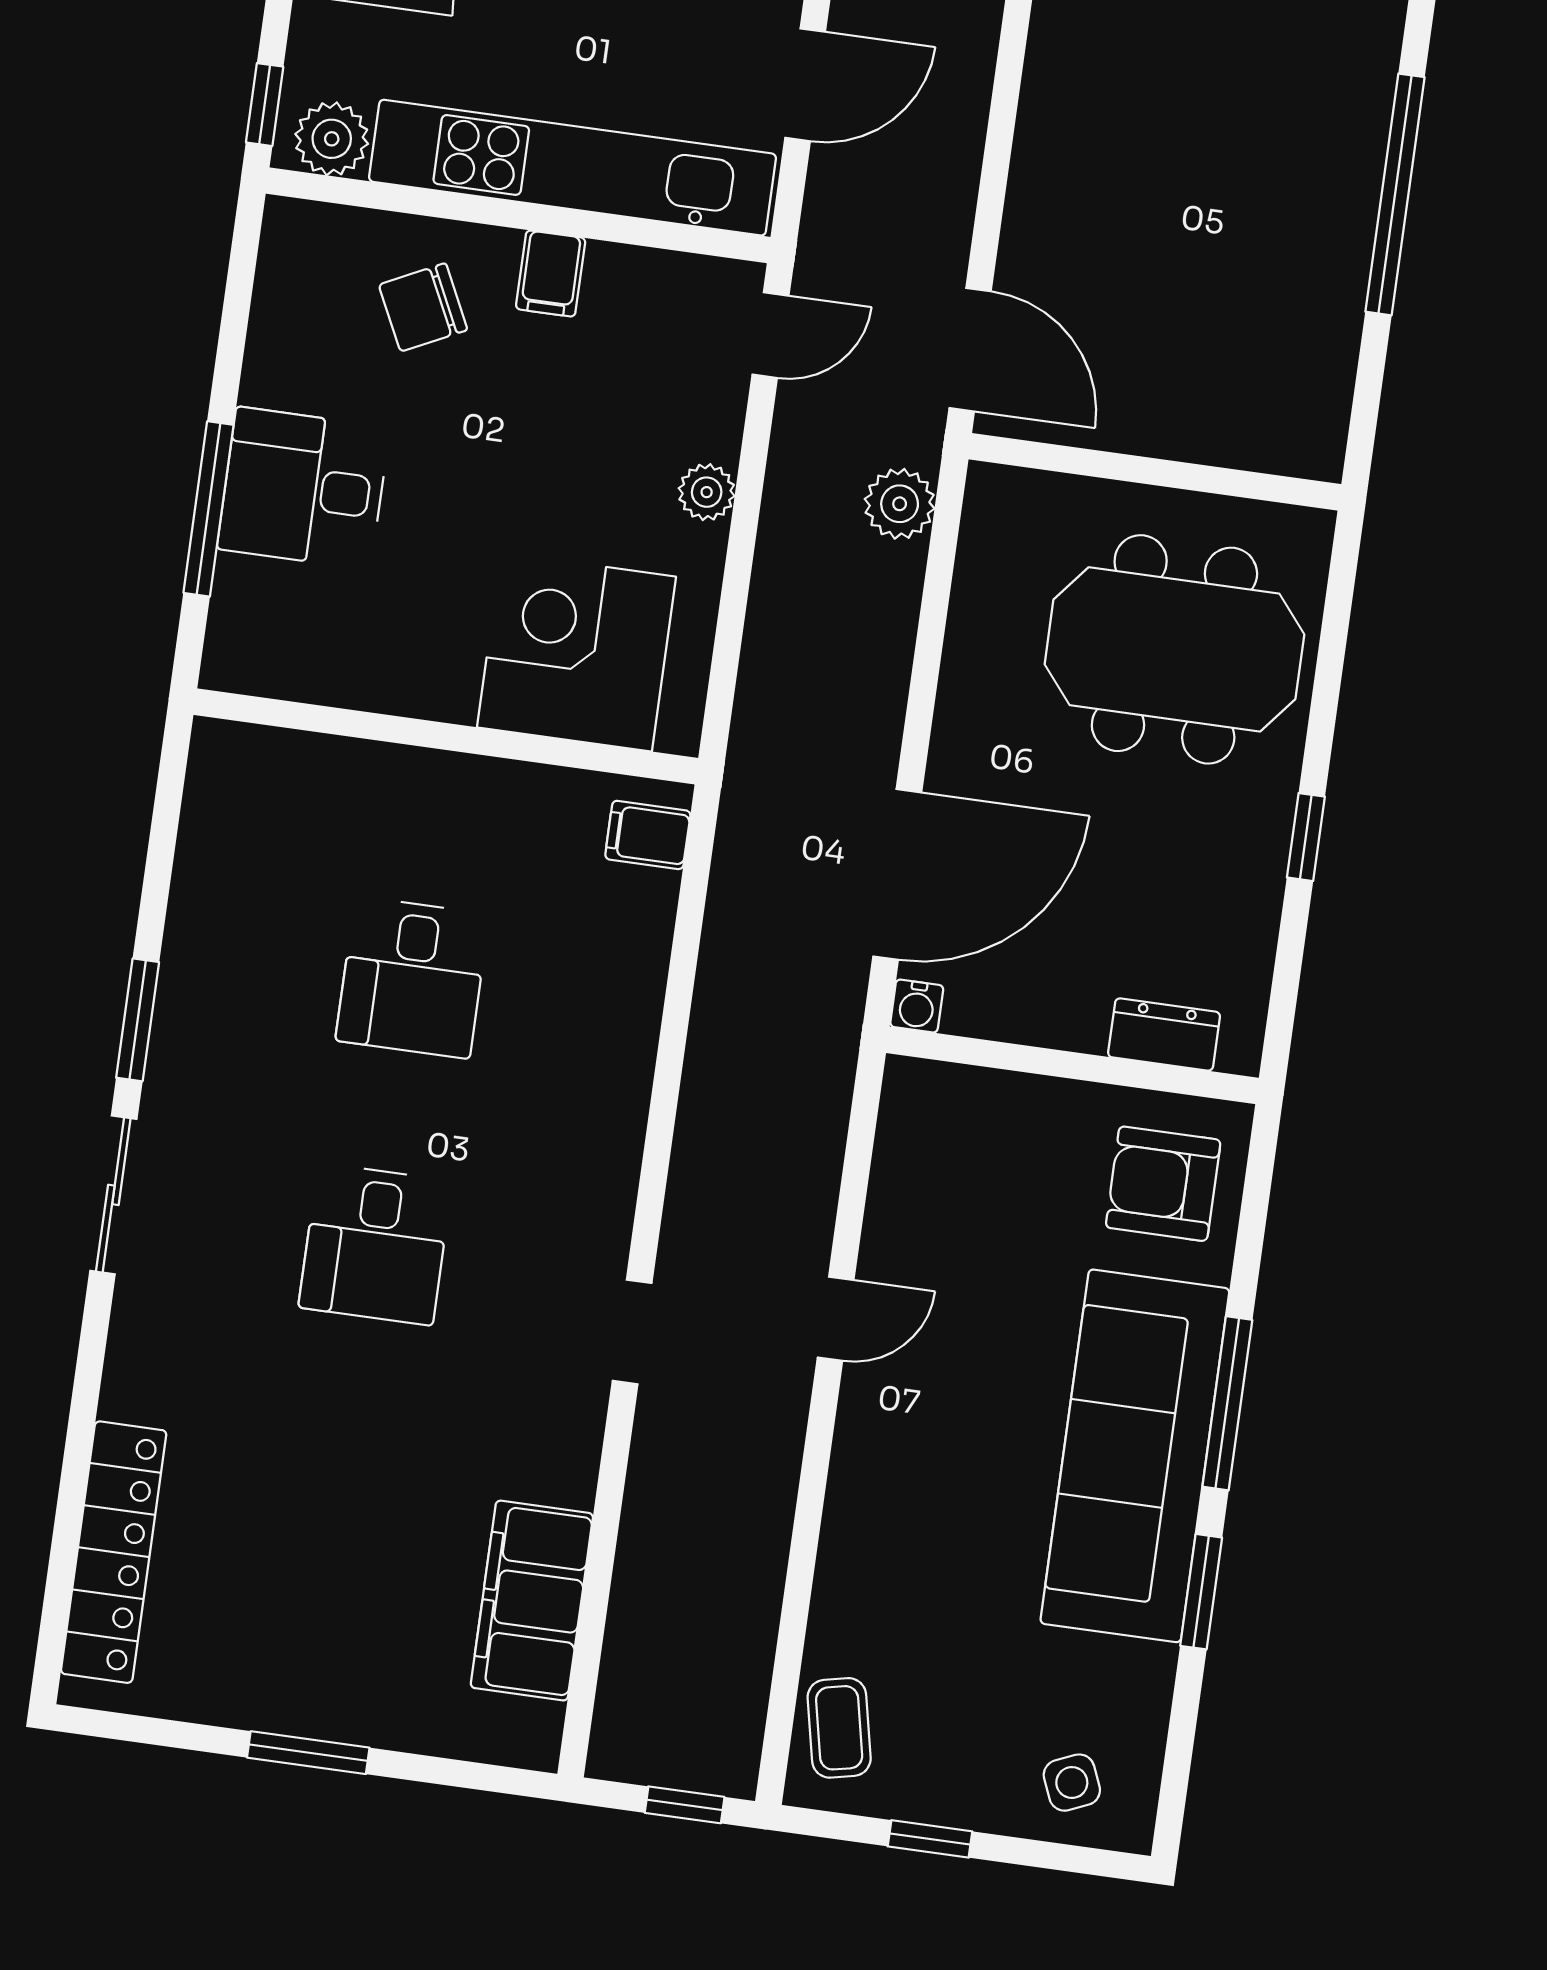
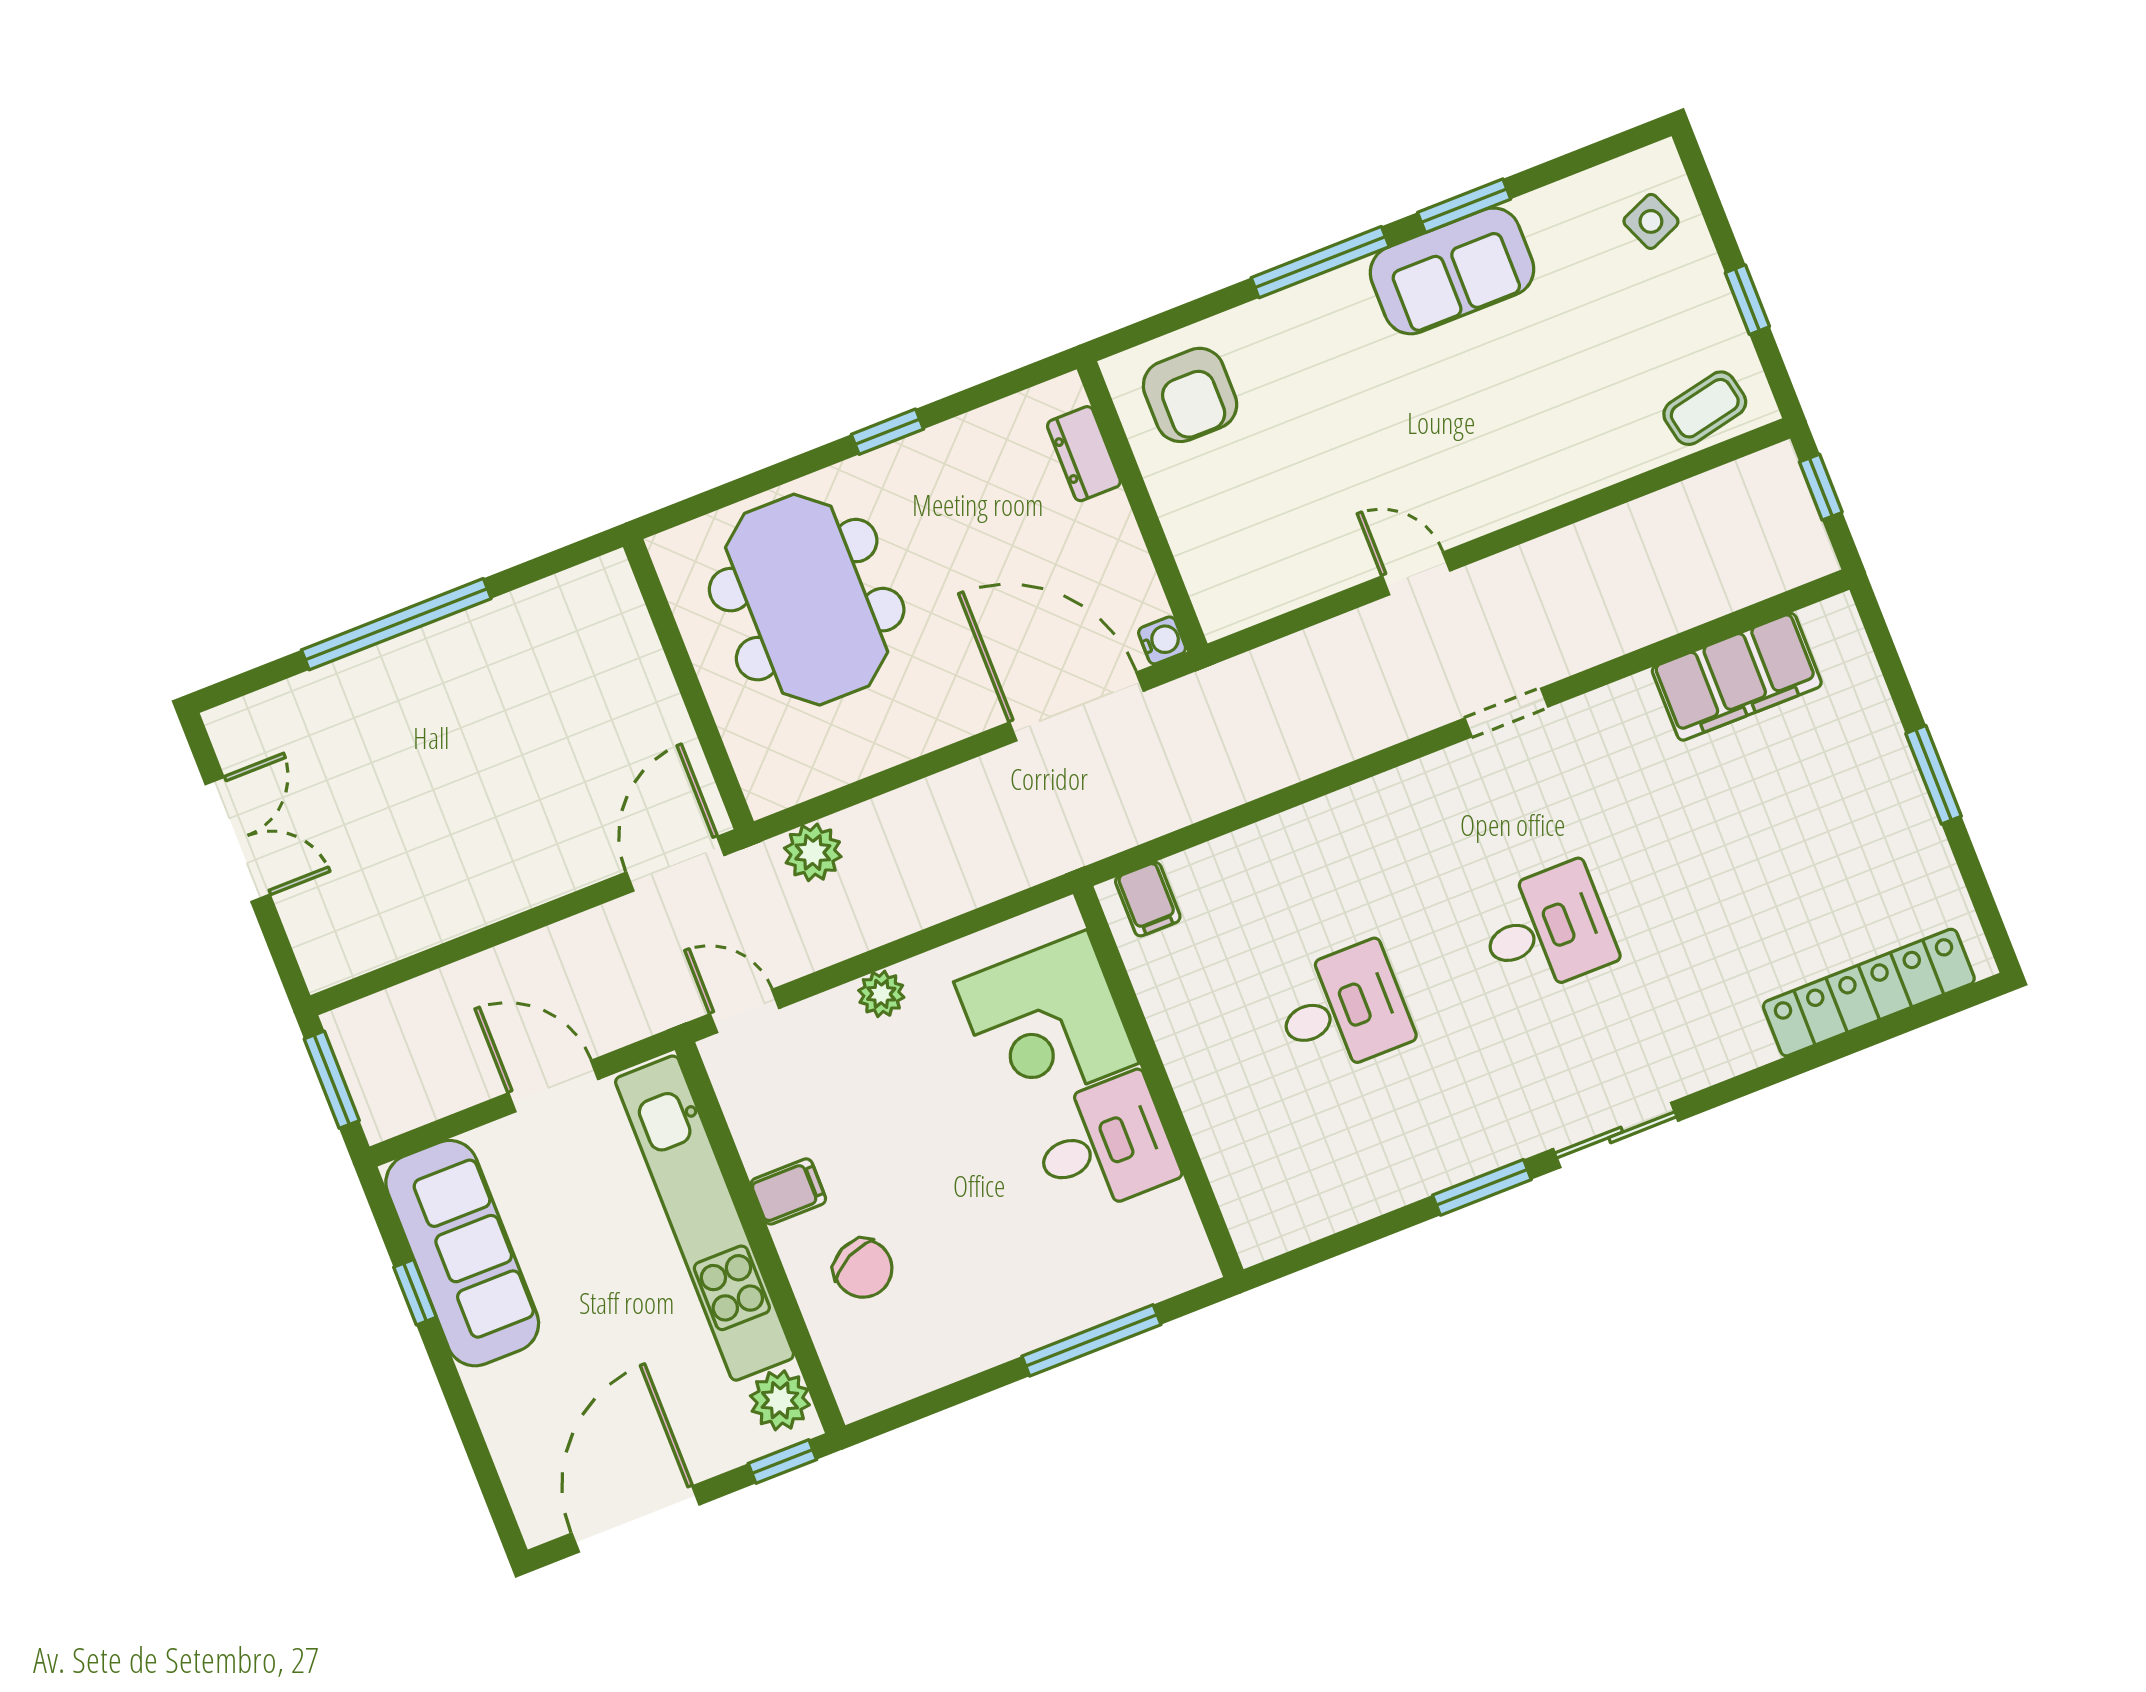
desk: (303, 488) -> (1103, 1145), moved, turned -90
sofa: (1135, 1456) -> (1452, 271), width x0.54, depth x0.79

